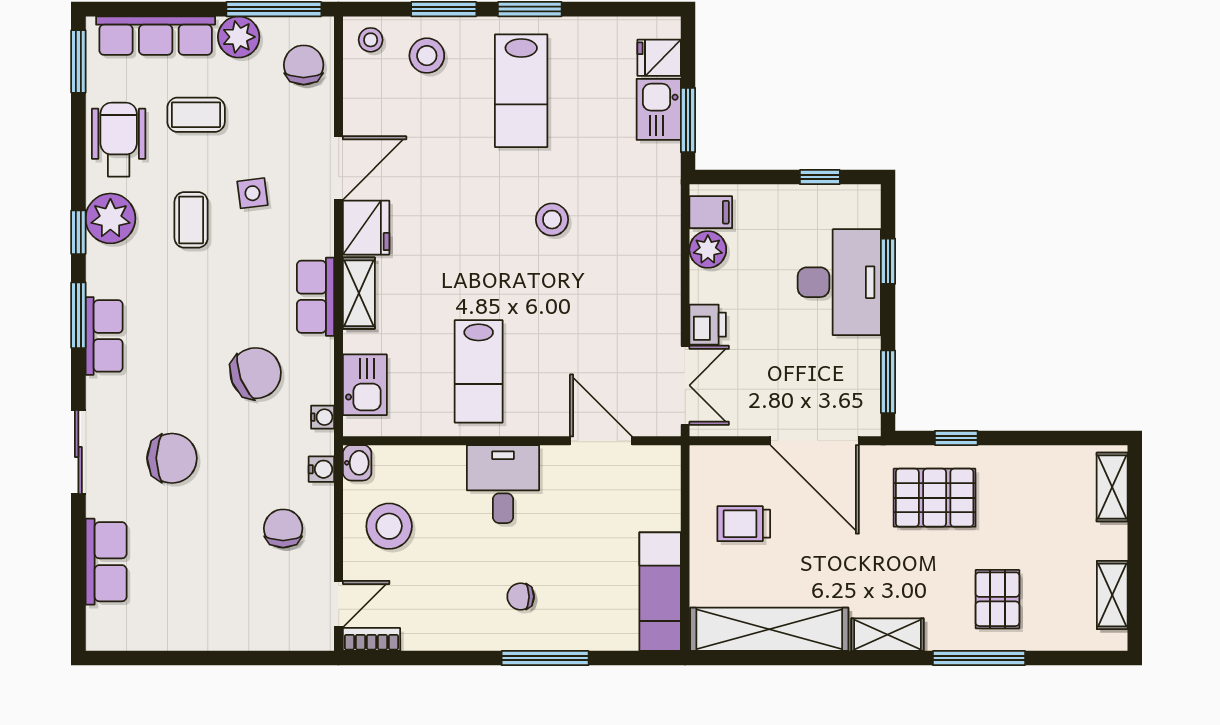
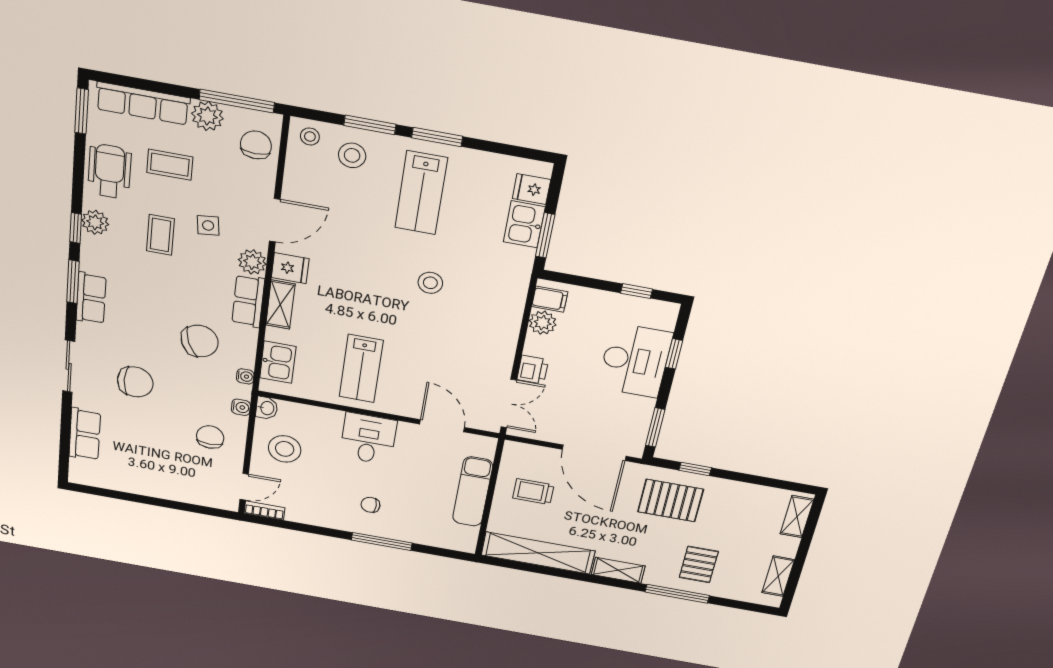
plant: (110, 218) -> (95, 222), width x0.73, depth x0.73
fridge: (366, 228) -> (290, 268), width x0.72
plant: (315, 236) -> (252, 262), added
exam couch: (660, 592) -> (473, 492), moved

